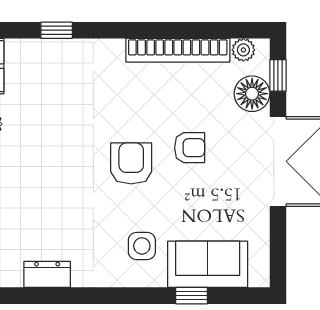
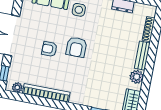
floor lamp: (252, 94) -> (17, 67), removed

